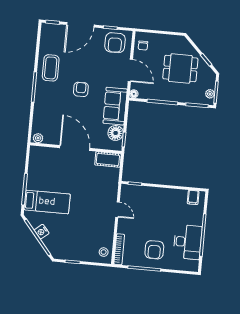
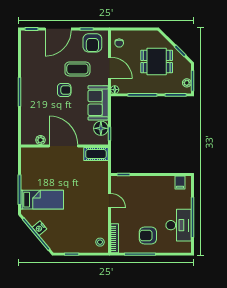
coffee table: (51, 68) -> (77, 69), moved, turned 90
armchair: (81, 89) -> (64, 90), turned 90
plant: (38, 138) -> (40, 140), moved
armchair: (154, 250) -> (148, 235), turned 90

